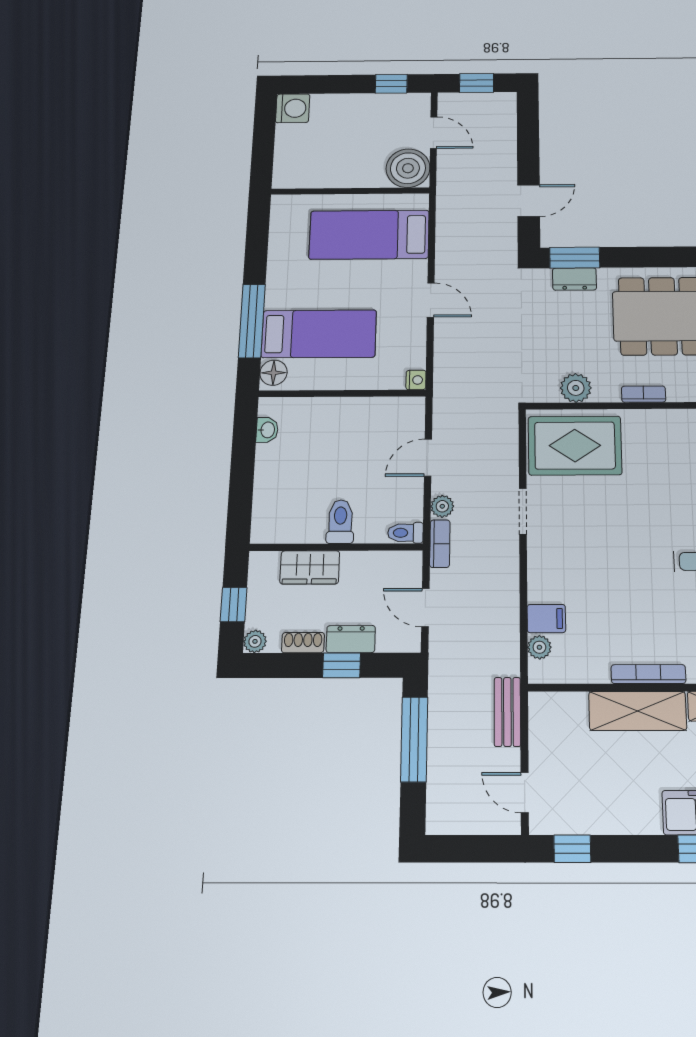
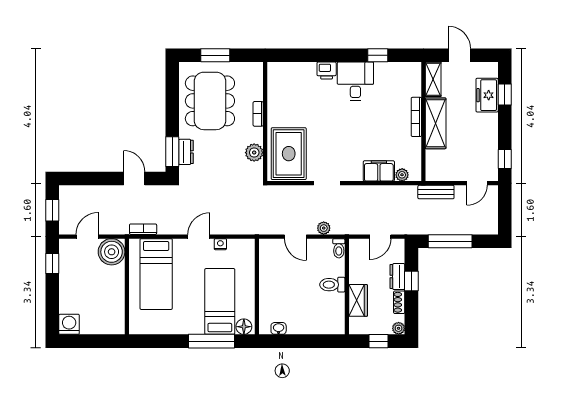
nightstand: (416, 380) -> (220, 244), moved
bookcase: (440, 544) -> (143, 229), moved
filing cabinet: (546, 619) -> (379, 171), width x2.00

